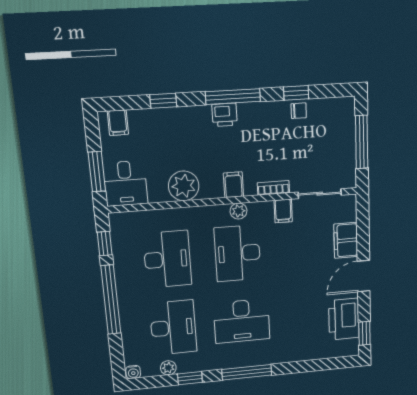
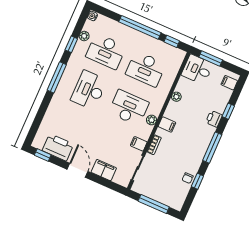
printer: (225, 115) -> (214, 119), moved
plant: (184, 186) -> (176, 97), width x0.53, depth x0.53

